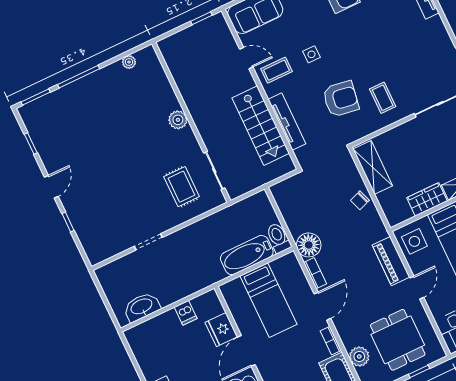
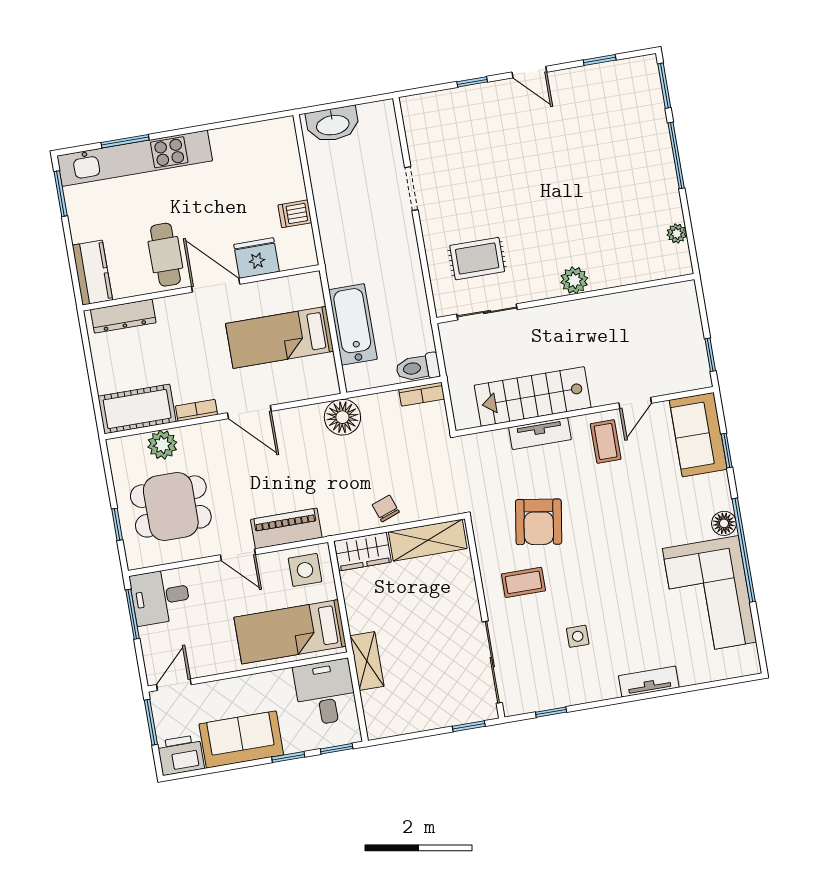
side table: (311, 54) -> (578, 636), moved
tv unit: (287, 122) -> (540, 433), width x0.71
wardrobe: (427, 199) -> (363, 552), moved, turned 90
toilet: (278, 238) -> (418, 368), moved, turned 180
bookcase: (315, 273) -> (422, 394), moved
washbasin: (142, 307) -> (333, 124), moved, turned 90

